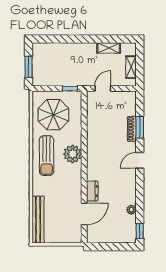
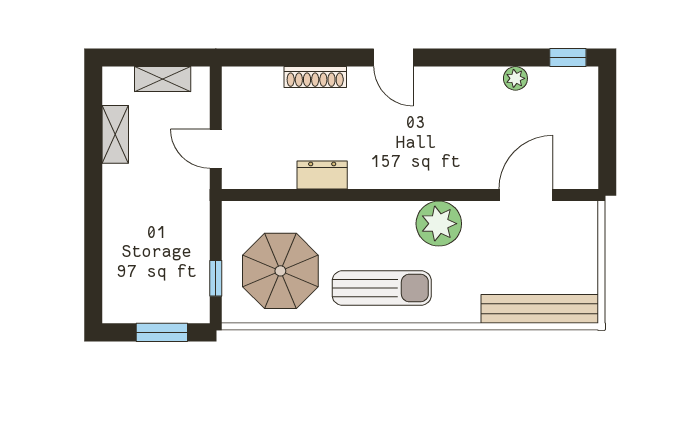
window: (70, 89) -> (216, 278), moved
window: (140, 127) -> (311, 58), removed
plant: (73, 154) -> (439, 224), moved
dresser: (92, 191) -> (322, 175), moved
door: (84, 214) -> (526, 195), hinge flipped

